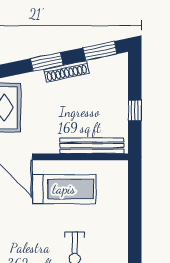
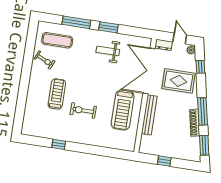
window: (47, 62) -> (203, 111), width x1.44
bench: (92, 146) -> (149, 115), moved

